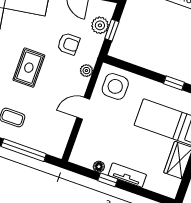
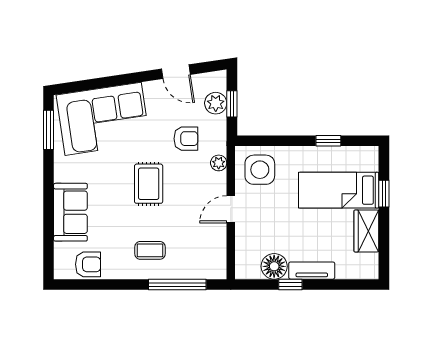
floor lamp: (99, 167) -> (274, 266), width x1.89, depth x1.89

